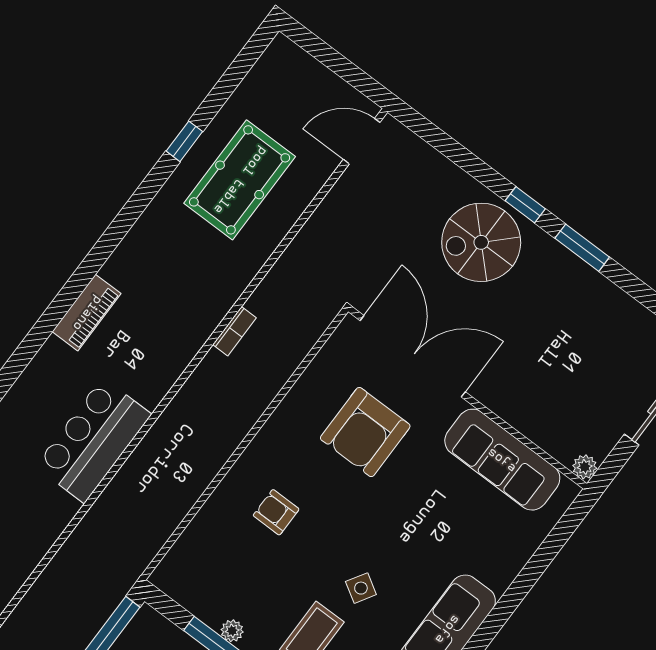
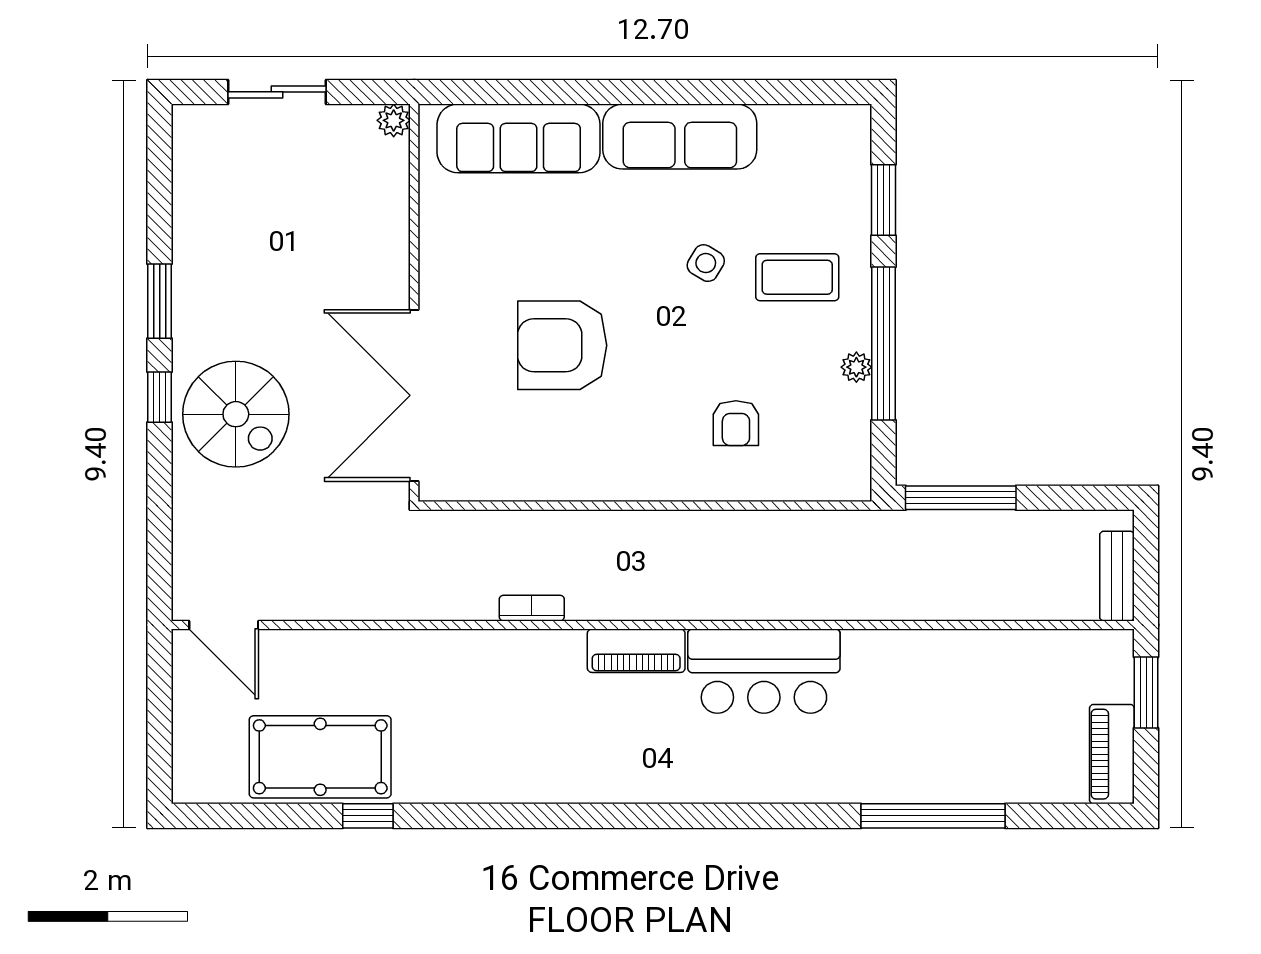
pool table: (240, 180) -> (320, 757), moved
piano: (87, 313) -> (636, 651), moved, turned 180
armchair: (365, 432) -> (562, 345), moved, turned 180
sofa: (502, 460) -> (519, 138), moved, turned 90
armchair: (276, 512) -> (736, 423), moved

